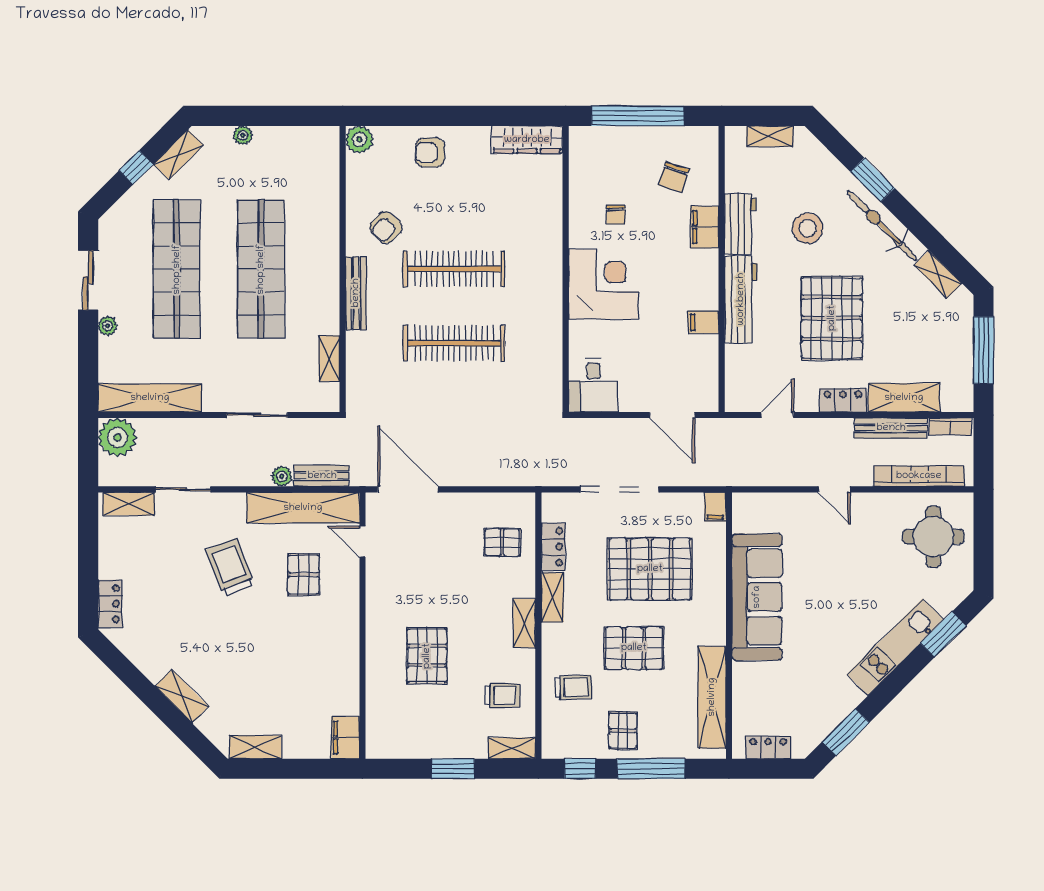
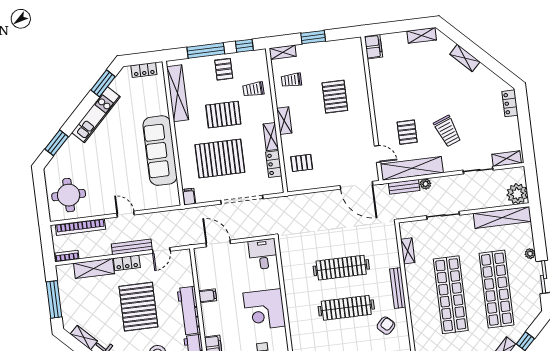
bench: (891, 428) -> (132, 247), moved
kitchen unit: (895, 647) -> (96, 115), moved

